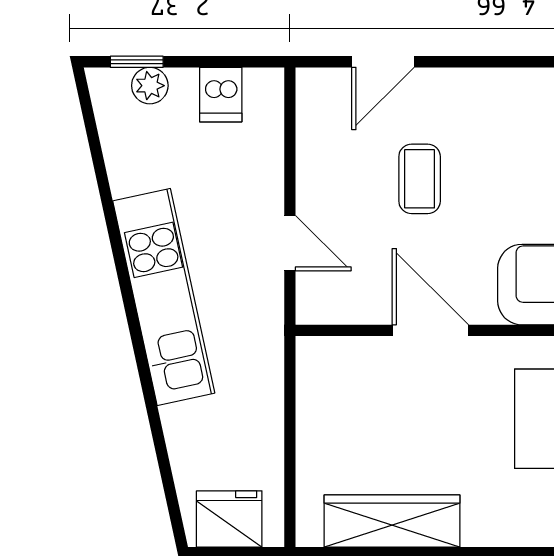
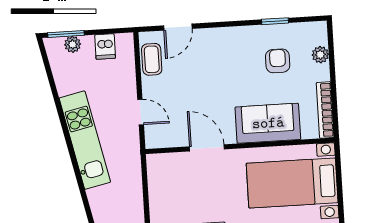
window: (137, 62) -> (66, 34), width x1.50
coffee table: (420, 179) -> (152, 59), moved

